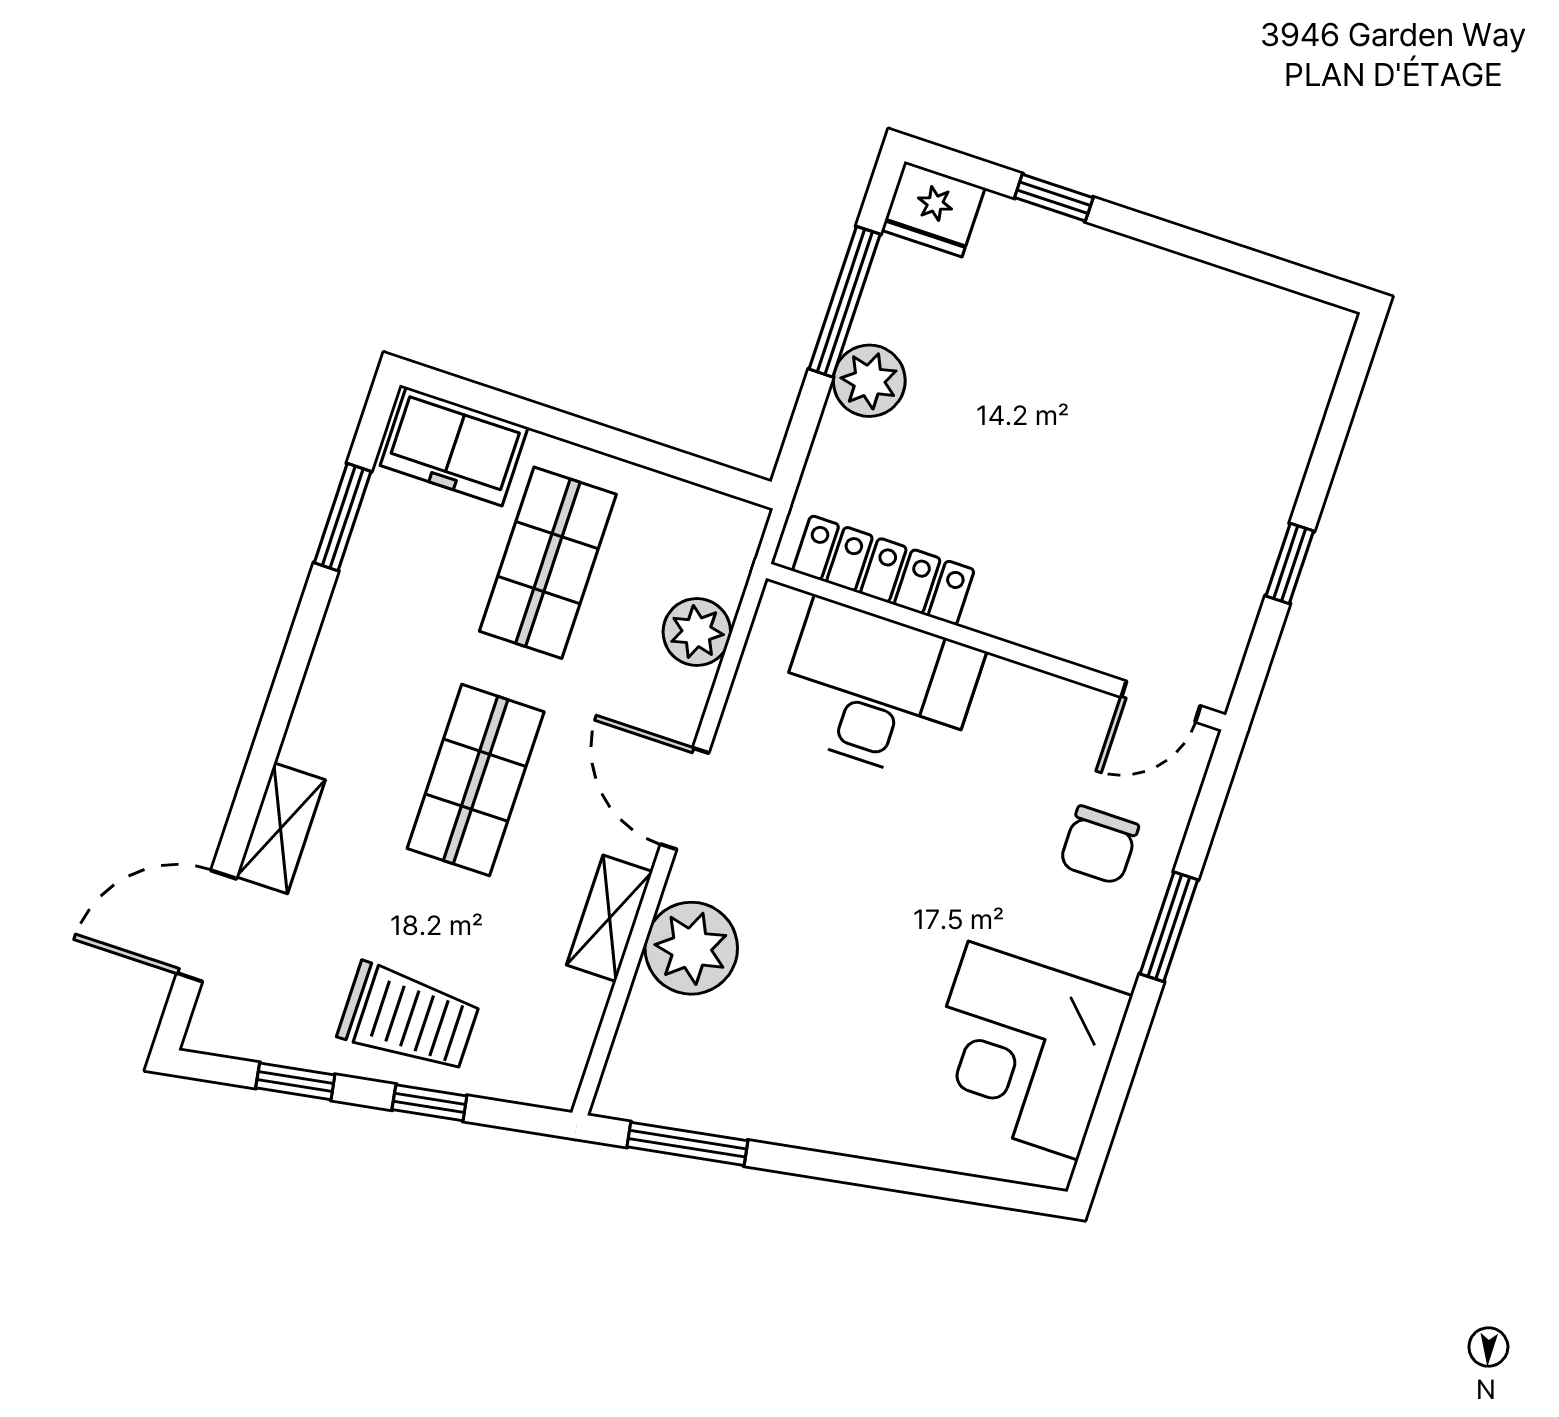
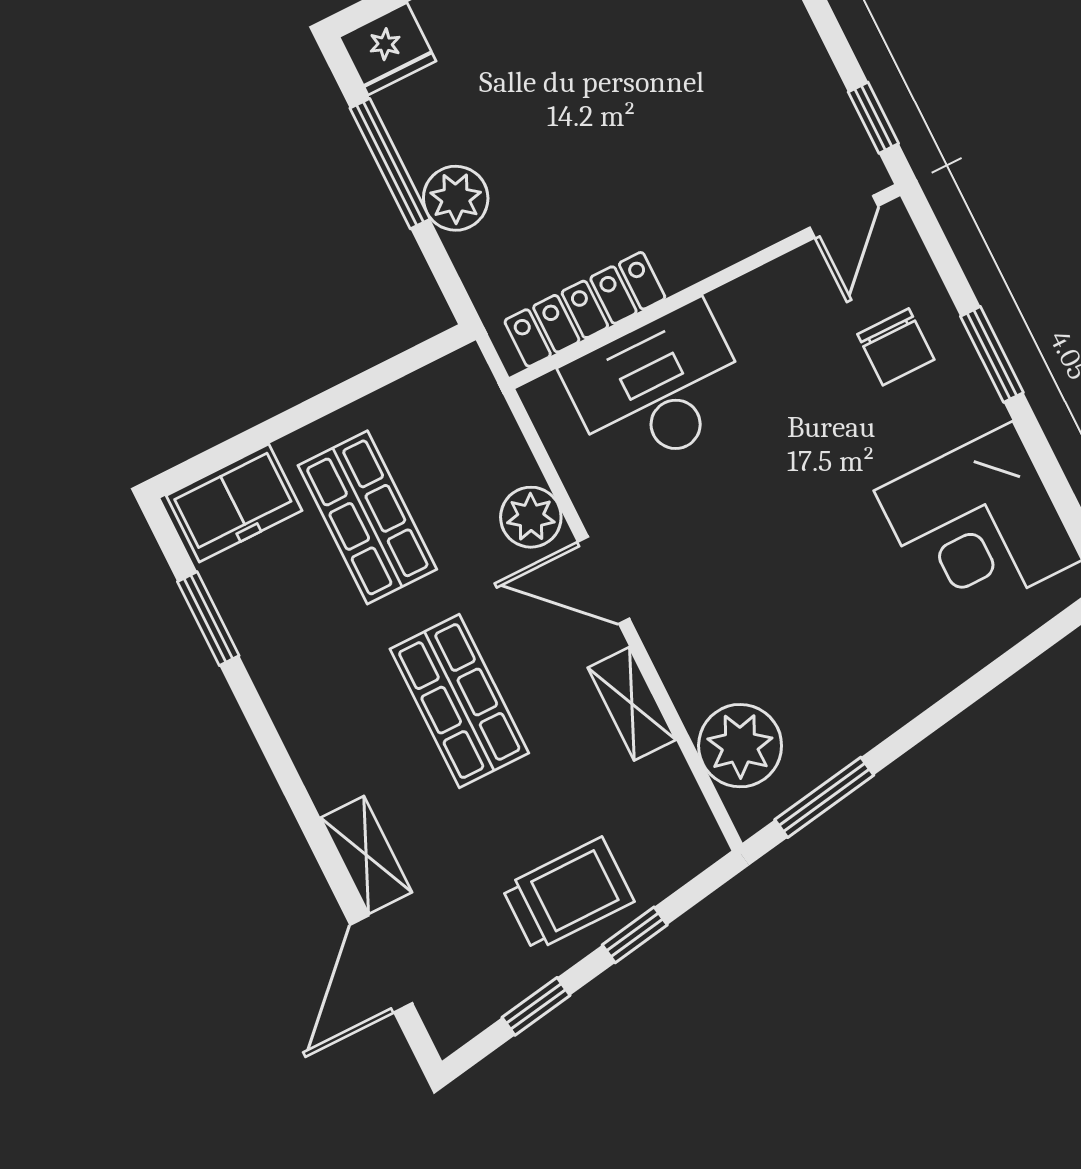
window: (1290, 563) -> (873, 118), moved
plant: (697, 632) -> (531, 517), moved
plant: (691, 948) -> (740, 746), moved

